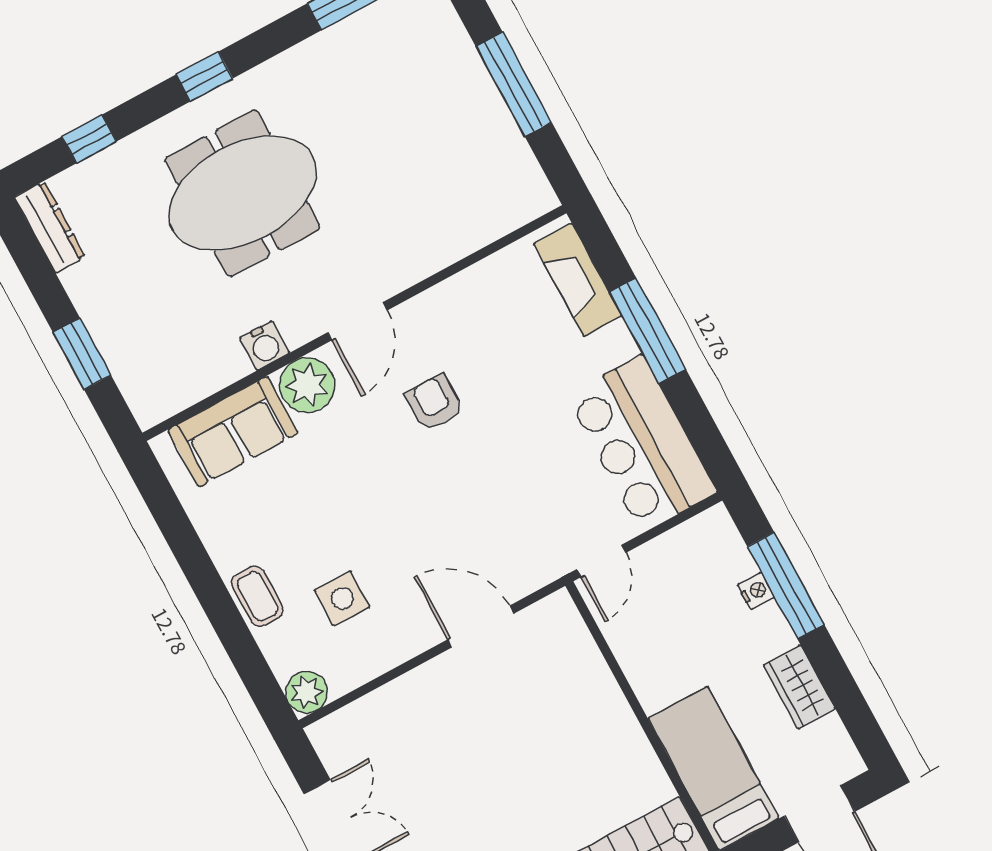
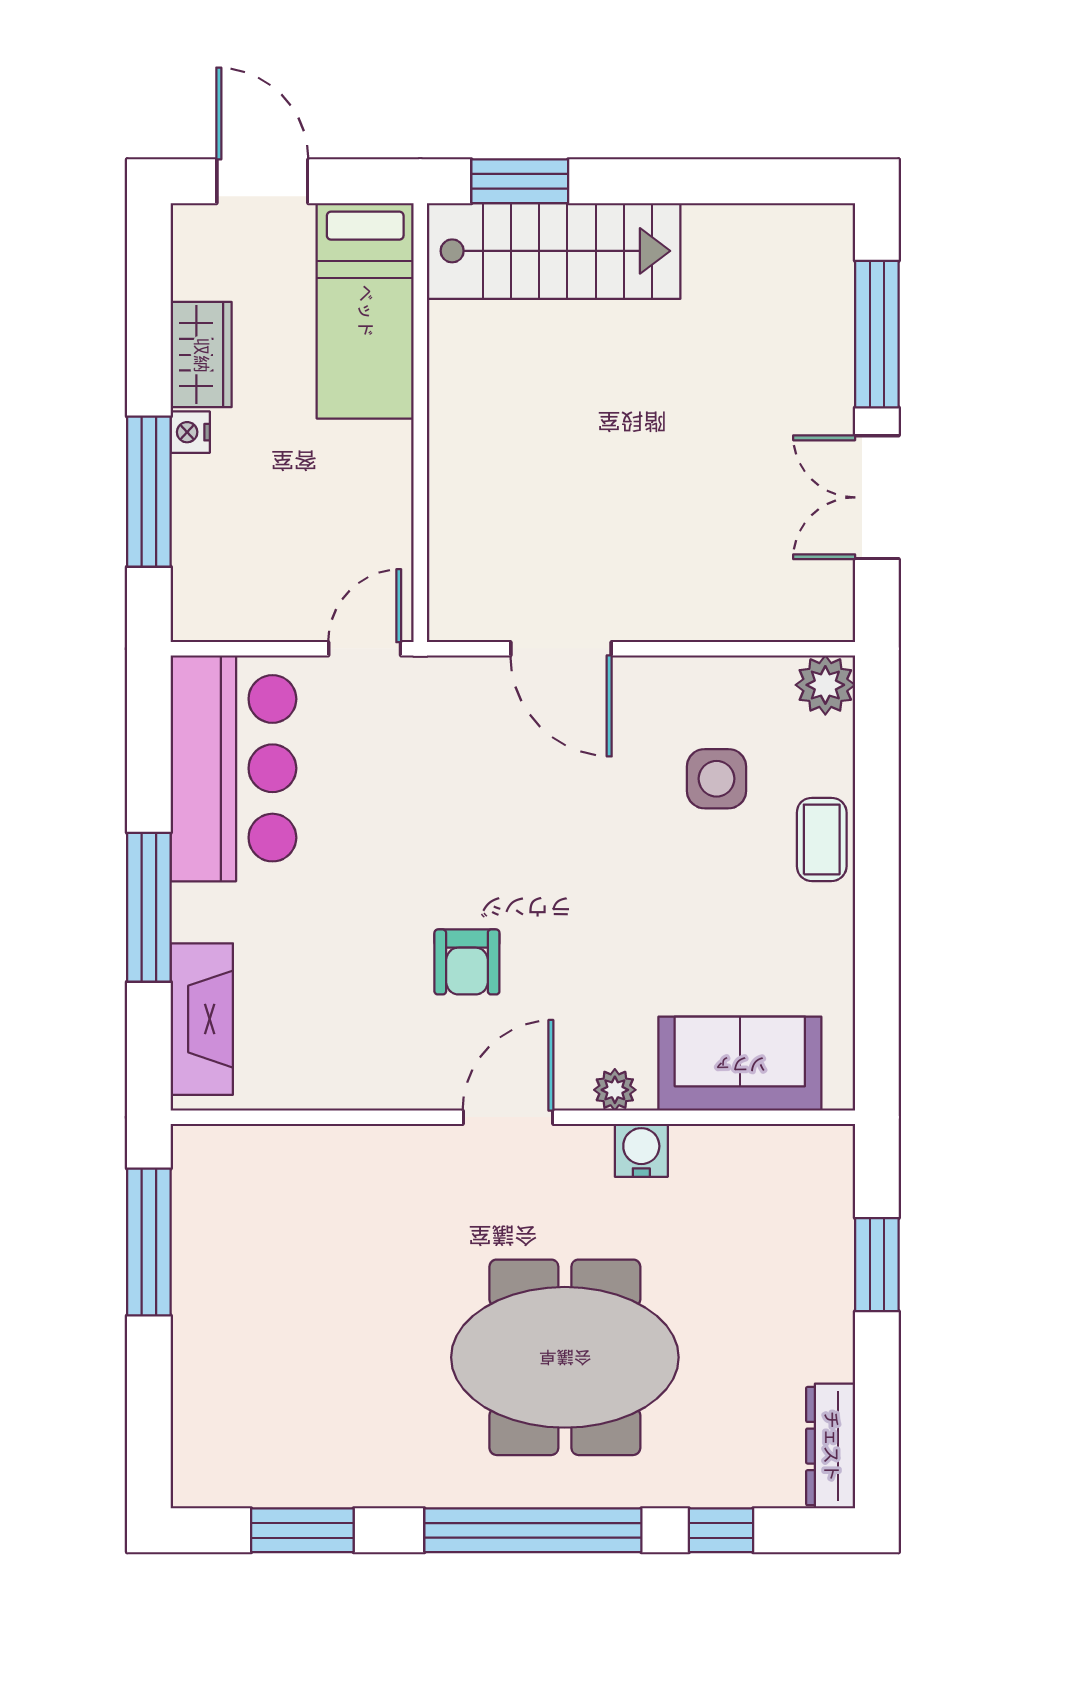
window: (205, 76) -> (533, 1530), width x3.17
window: (514, 84) -> (149, 1242), moved
plant: (307, 385) -> (615, 1090), width x0.53, depth x0.53
nightstand: (756, 591) -> (190, 432), moved

